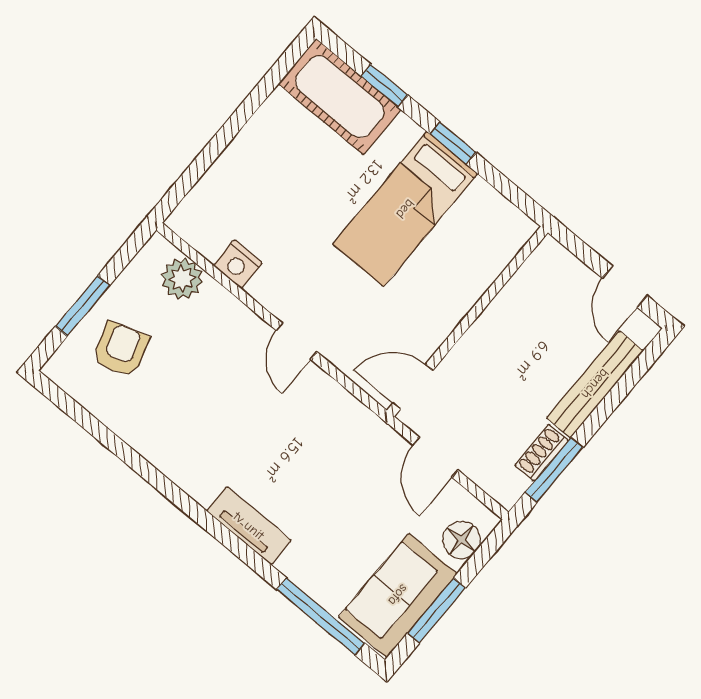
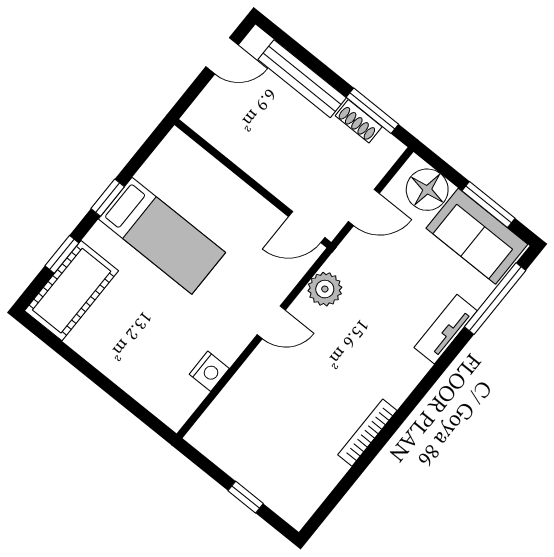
plant: (182, 279) -> (325, 289), moved
window: (83, 306) -> (246, 497), width x0.67
armchair: (121, 349) -> (280, 465), removed
door: (413, 387) -> (307, 227), hinge flipped
bookcase: (159, 457) -> (367, 433), added
tv unit: (249, 526) -> (446, 329), moved
floor lamp: (461, 540) -> (427, 190), width x1.38, depth x1.38

